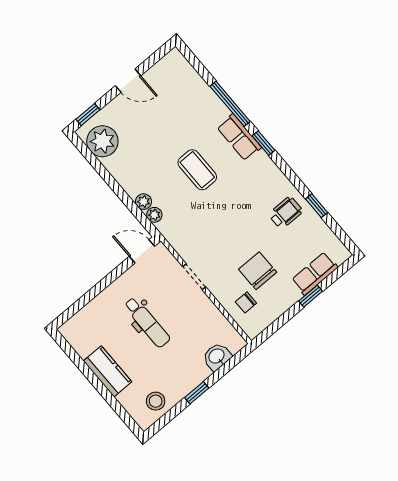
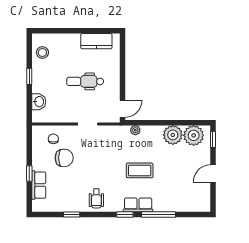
plant: (144, 202) -> (173, 135), moved, width x1.88, depth x1.88
wheelchair: (286, 213) -> (96, 199), moved
kitchen counter: (108, 371) -> (96, 41), moved

